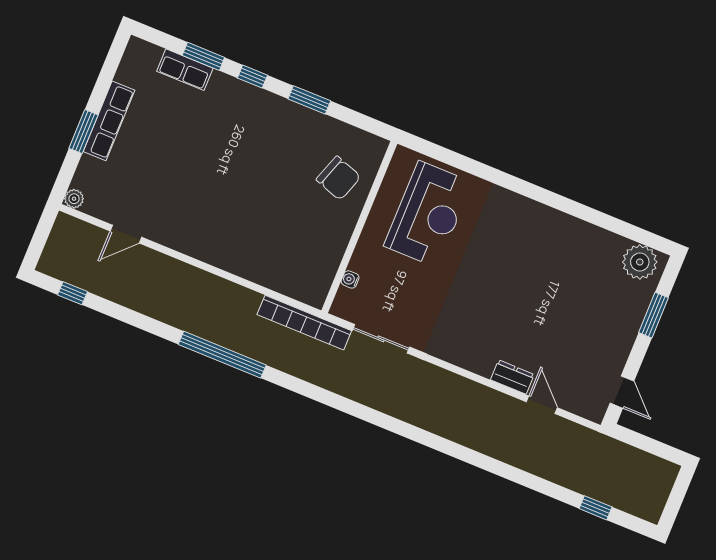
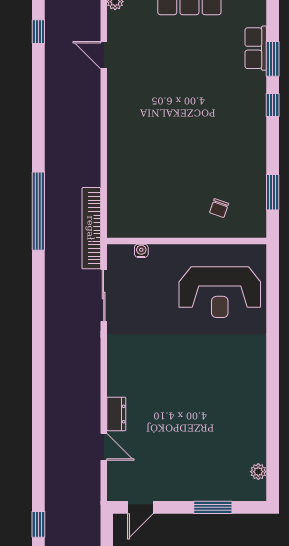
window: (309, 100) -> (273, 192), moved
chair: (338, 178) -> (219, 208), width x0.54, depth x0.54
plant: (640, 262) -> (258, 472), width x0.53, depth x0.53
window: (222, 355) -> (38, 211), moved
door: (542, 405) -> (104, 447), hinge flipped

